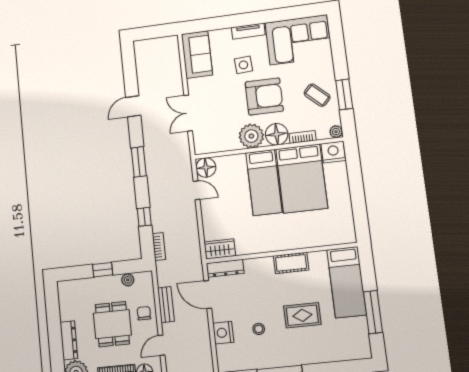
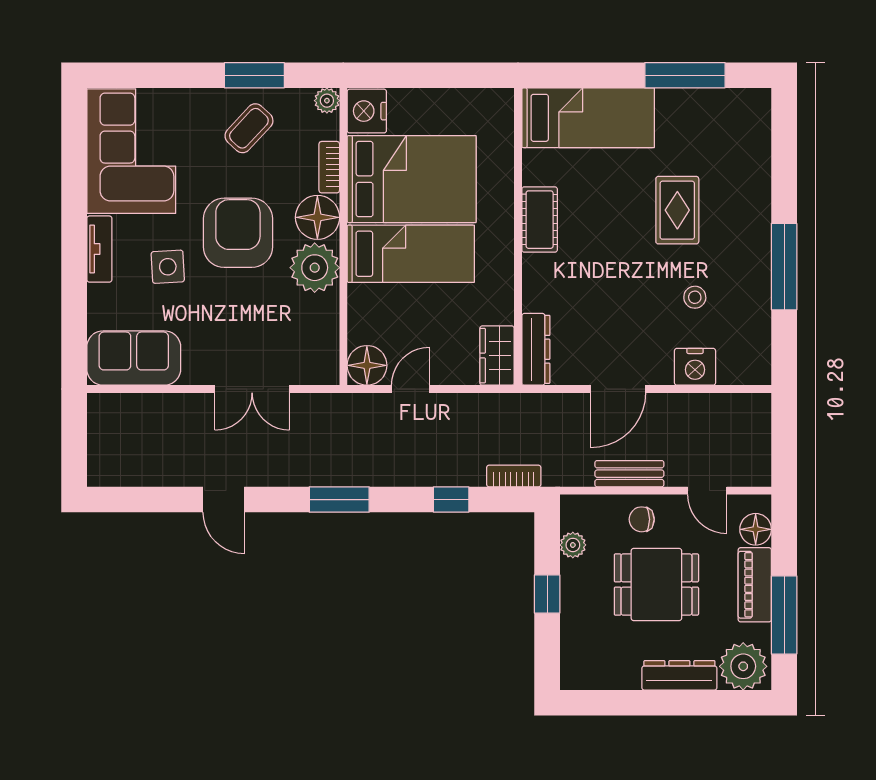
wardrobe: (220, 249) -> (497, 356), moved
wall: (281, 253) -> (518, 237), moved
cot: (291, 263) -> (540, 220), moved
dresser: (225, 268) -> (536, 349), moved
bed: (347, 282) -> (588, 118), moved

